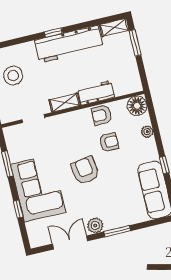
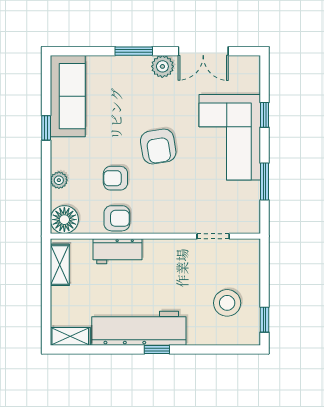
window: (135, 43) -> (46, 308), removed
shelving: (65, 103) -> (60, 265), moved, turned 90

